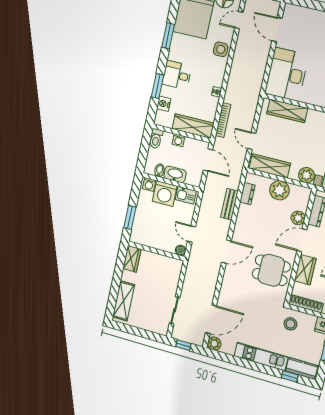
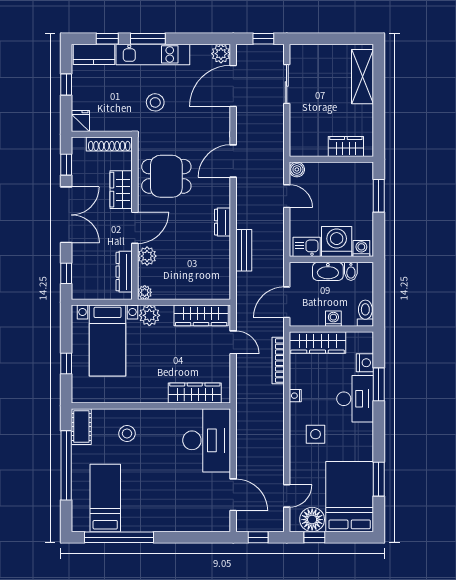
window: (168, 36) -> (379, 479), moved
side table: (221, 49) -> (316, 434), moved
desk: (177, 75) -> (355, 399), width x1.37
door: (208, 160) -> (287, 302), hinge flipped
plant: (279, 190) -> (145, 292), moved, width x0.53, depth x0.53
dresser: (247, 194) -> (223, 222), moved
door: (226, 252) -> (233, 161), moved
wardrobe: (132, 259) -> (346, 146), moved, turned 90
stool: (290, 324) -> (155, 102), moved
window: (262, 368) -> (148, 39), added

